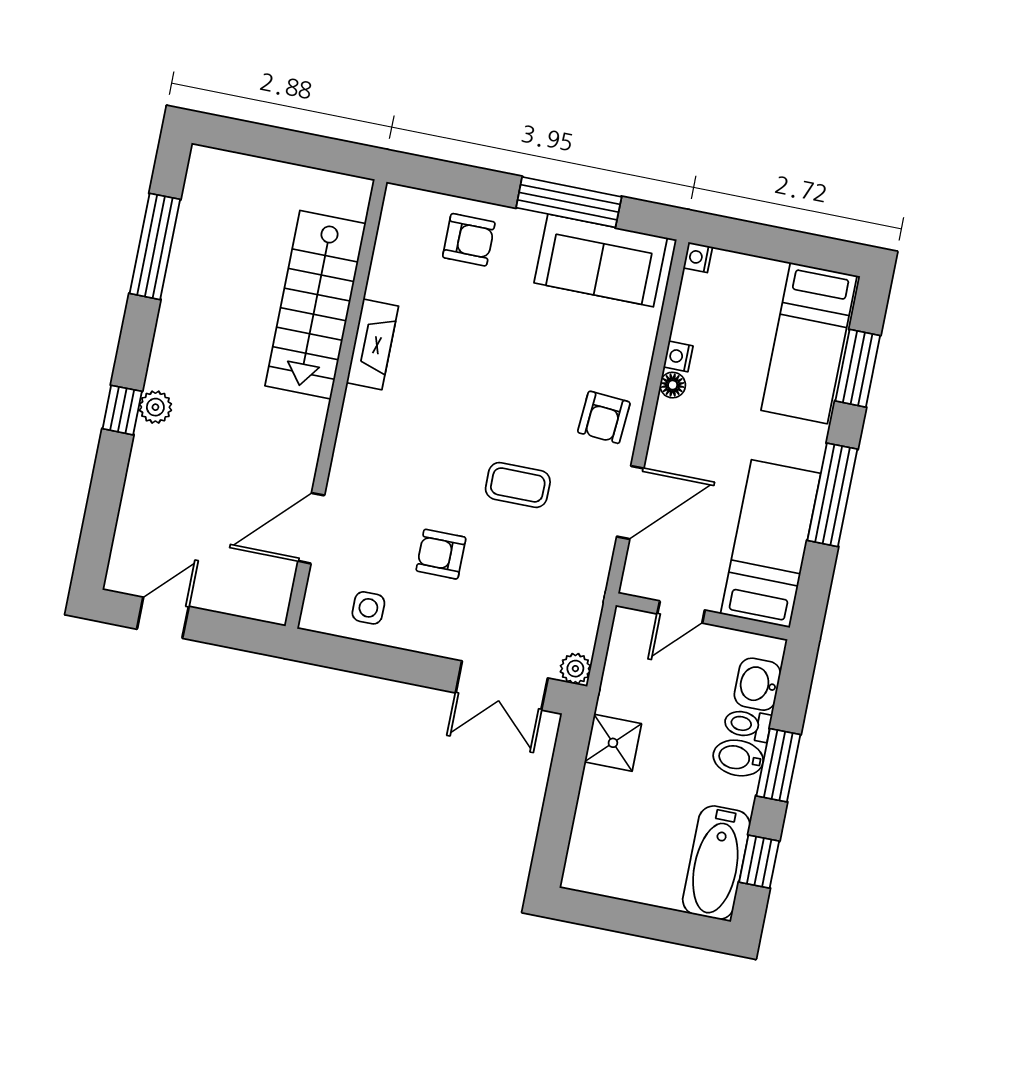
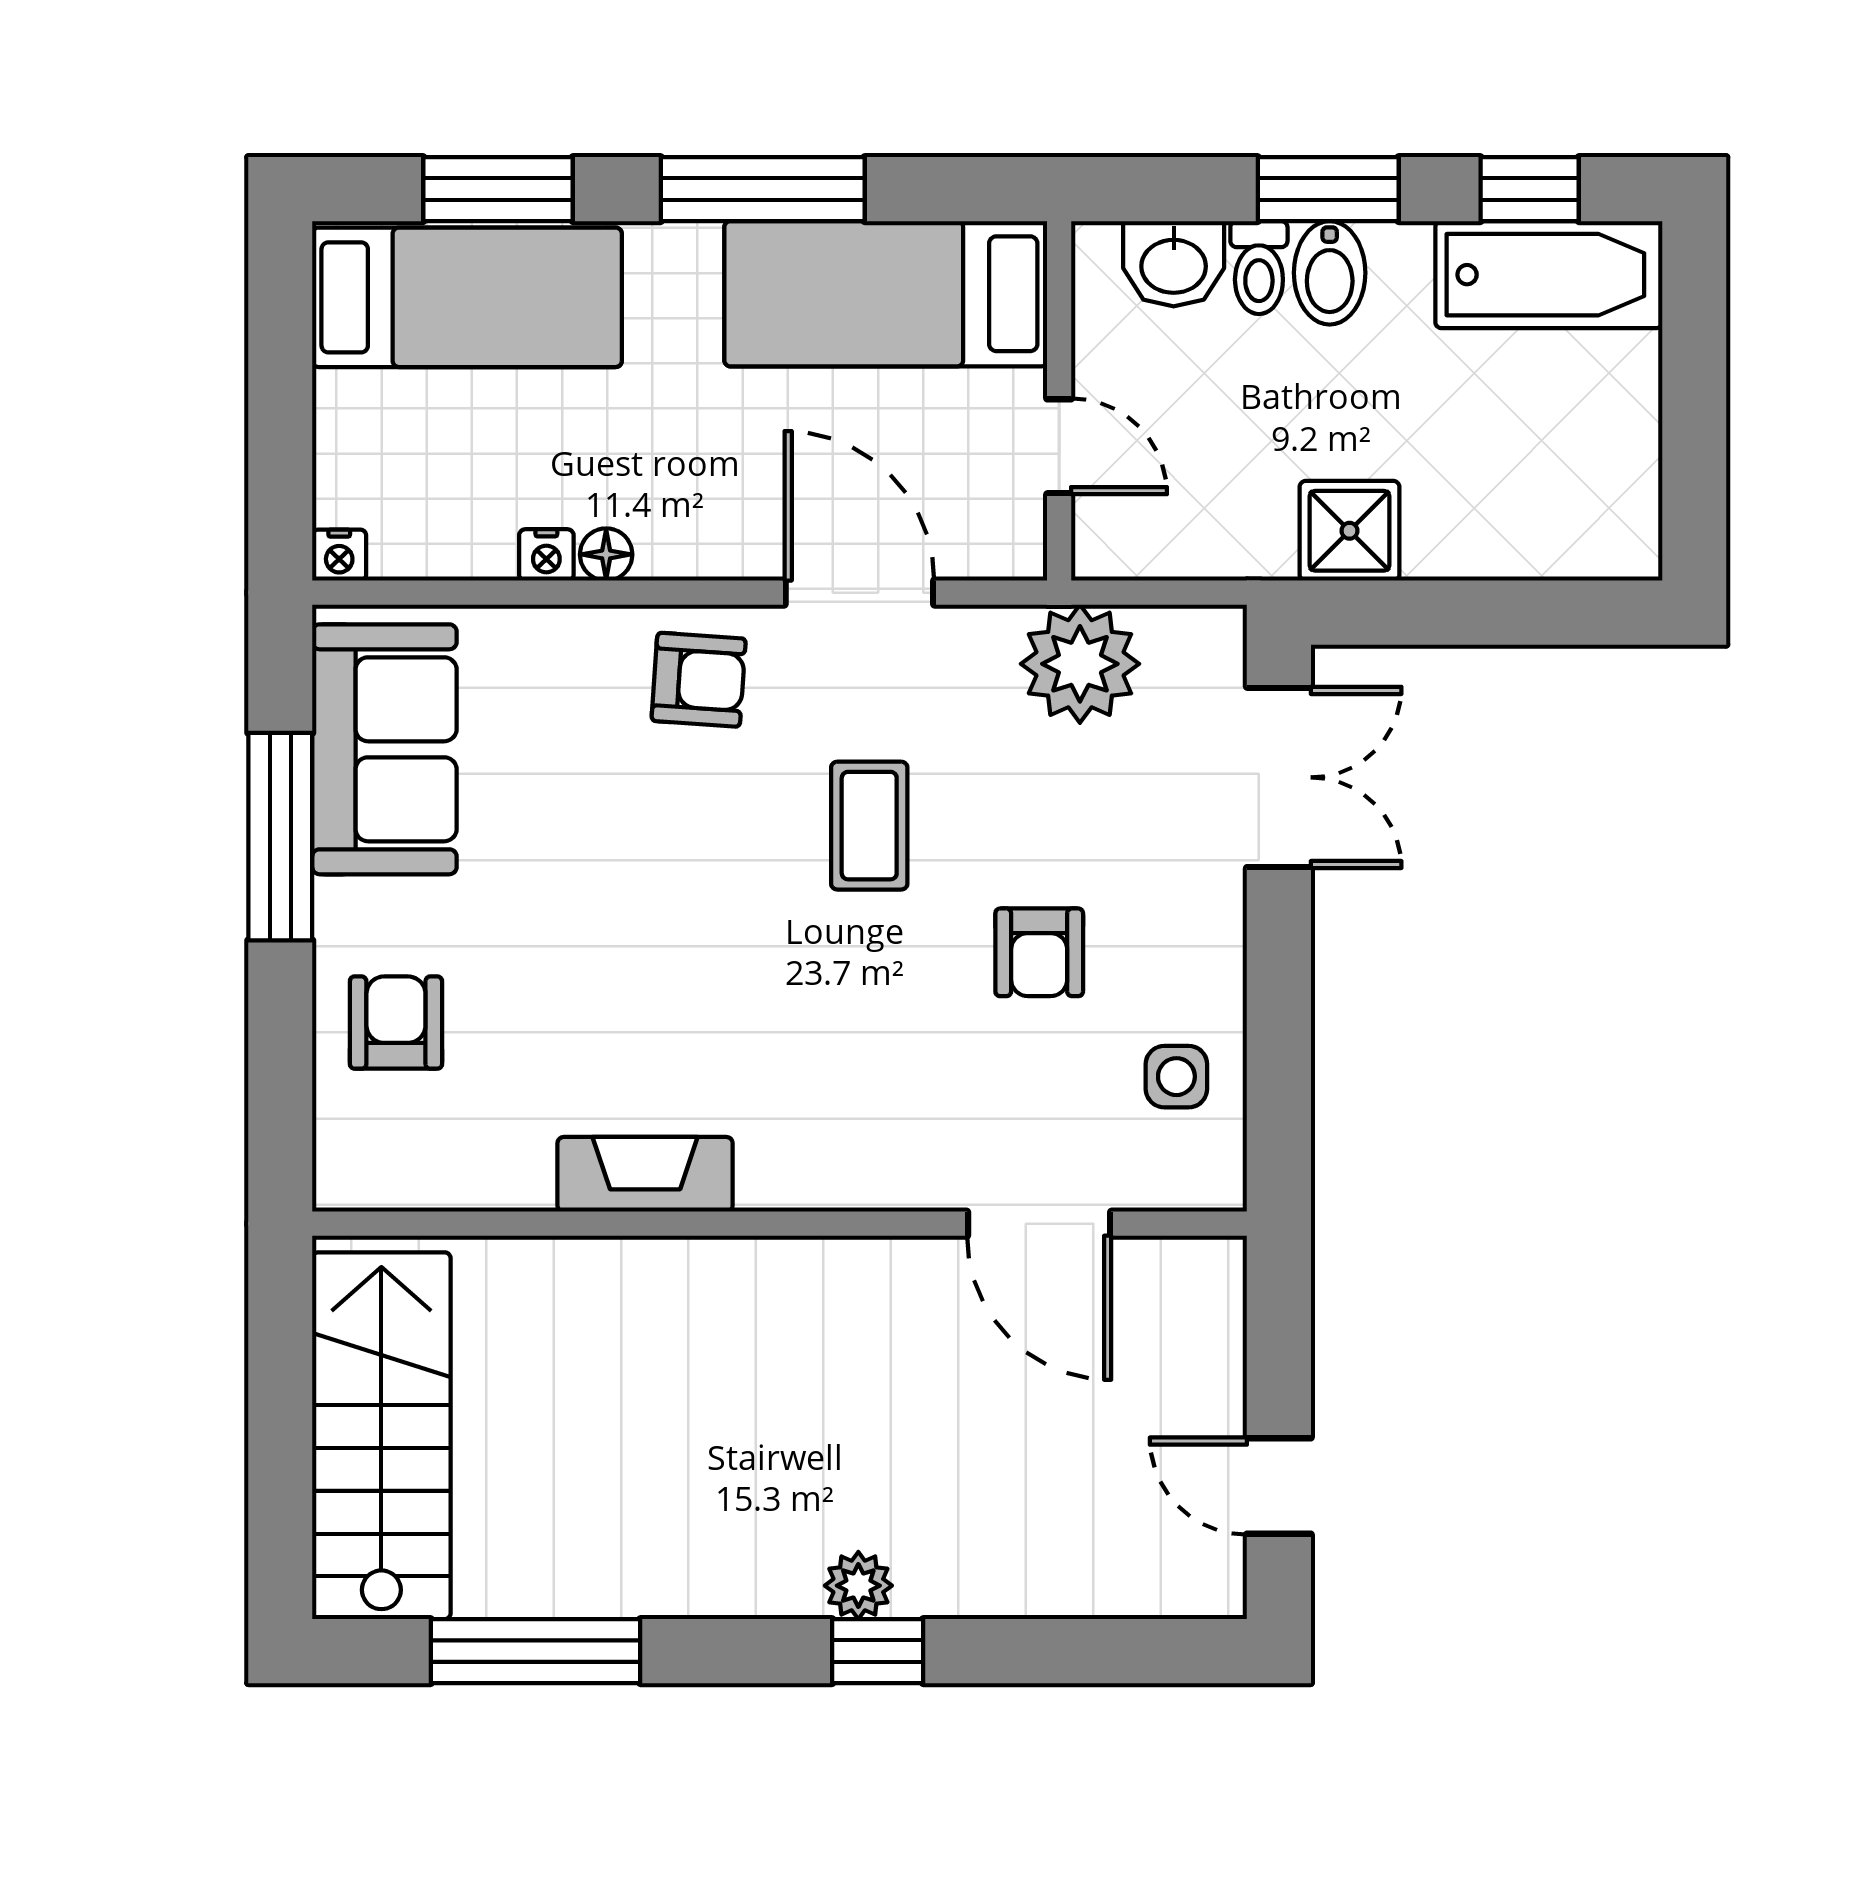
stairs: (315, 305) -> (381, 1436), moved, turned -90
plant: (575, 669) -> (1080, 664), moved, width x1.88, depth x1.88

